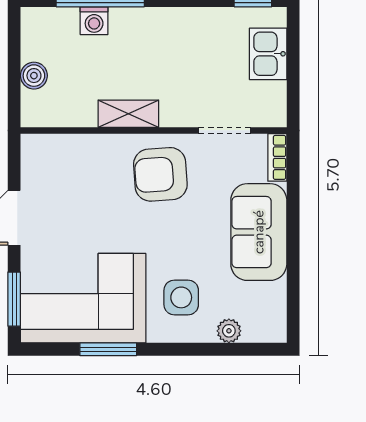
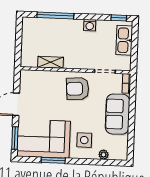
washing machine: (94, 21) -> (90, 25), moved
kitchen sink: (268, 54) -> (124, 40), width x1.38
boiler: (34, 76) -> (27, 46), removed
shelving: (128, 114) -> (51, 62), moved

